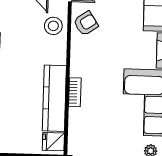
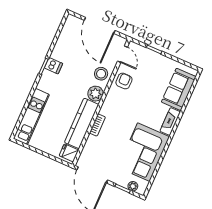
armchair: (86, 23) -> (124, 81), turned -56
plant: (56, 54) -> (95, 94), added

